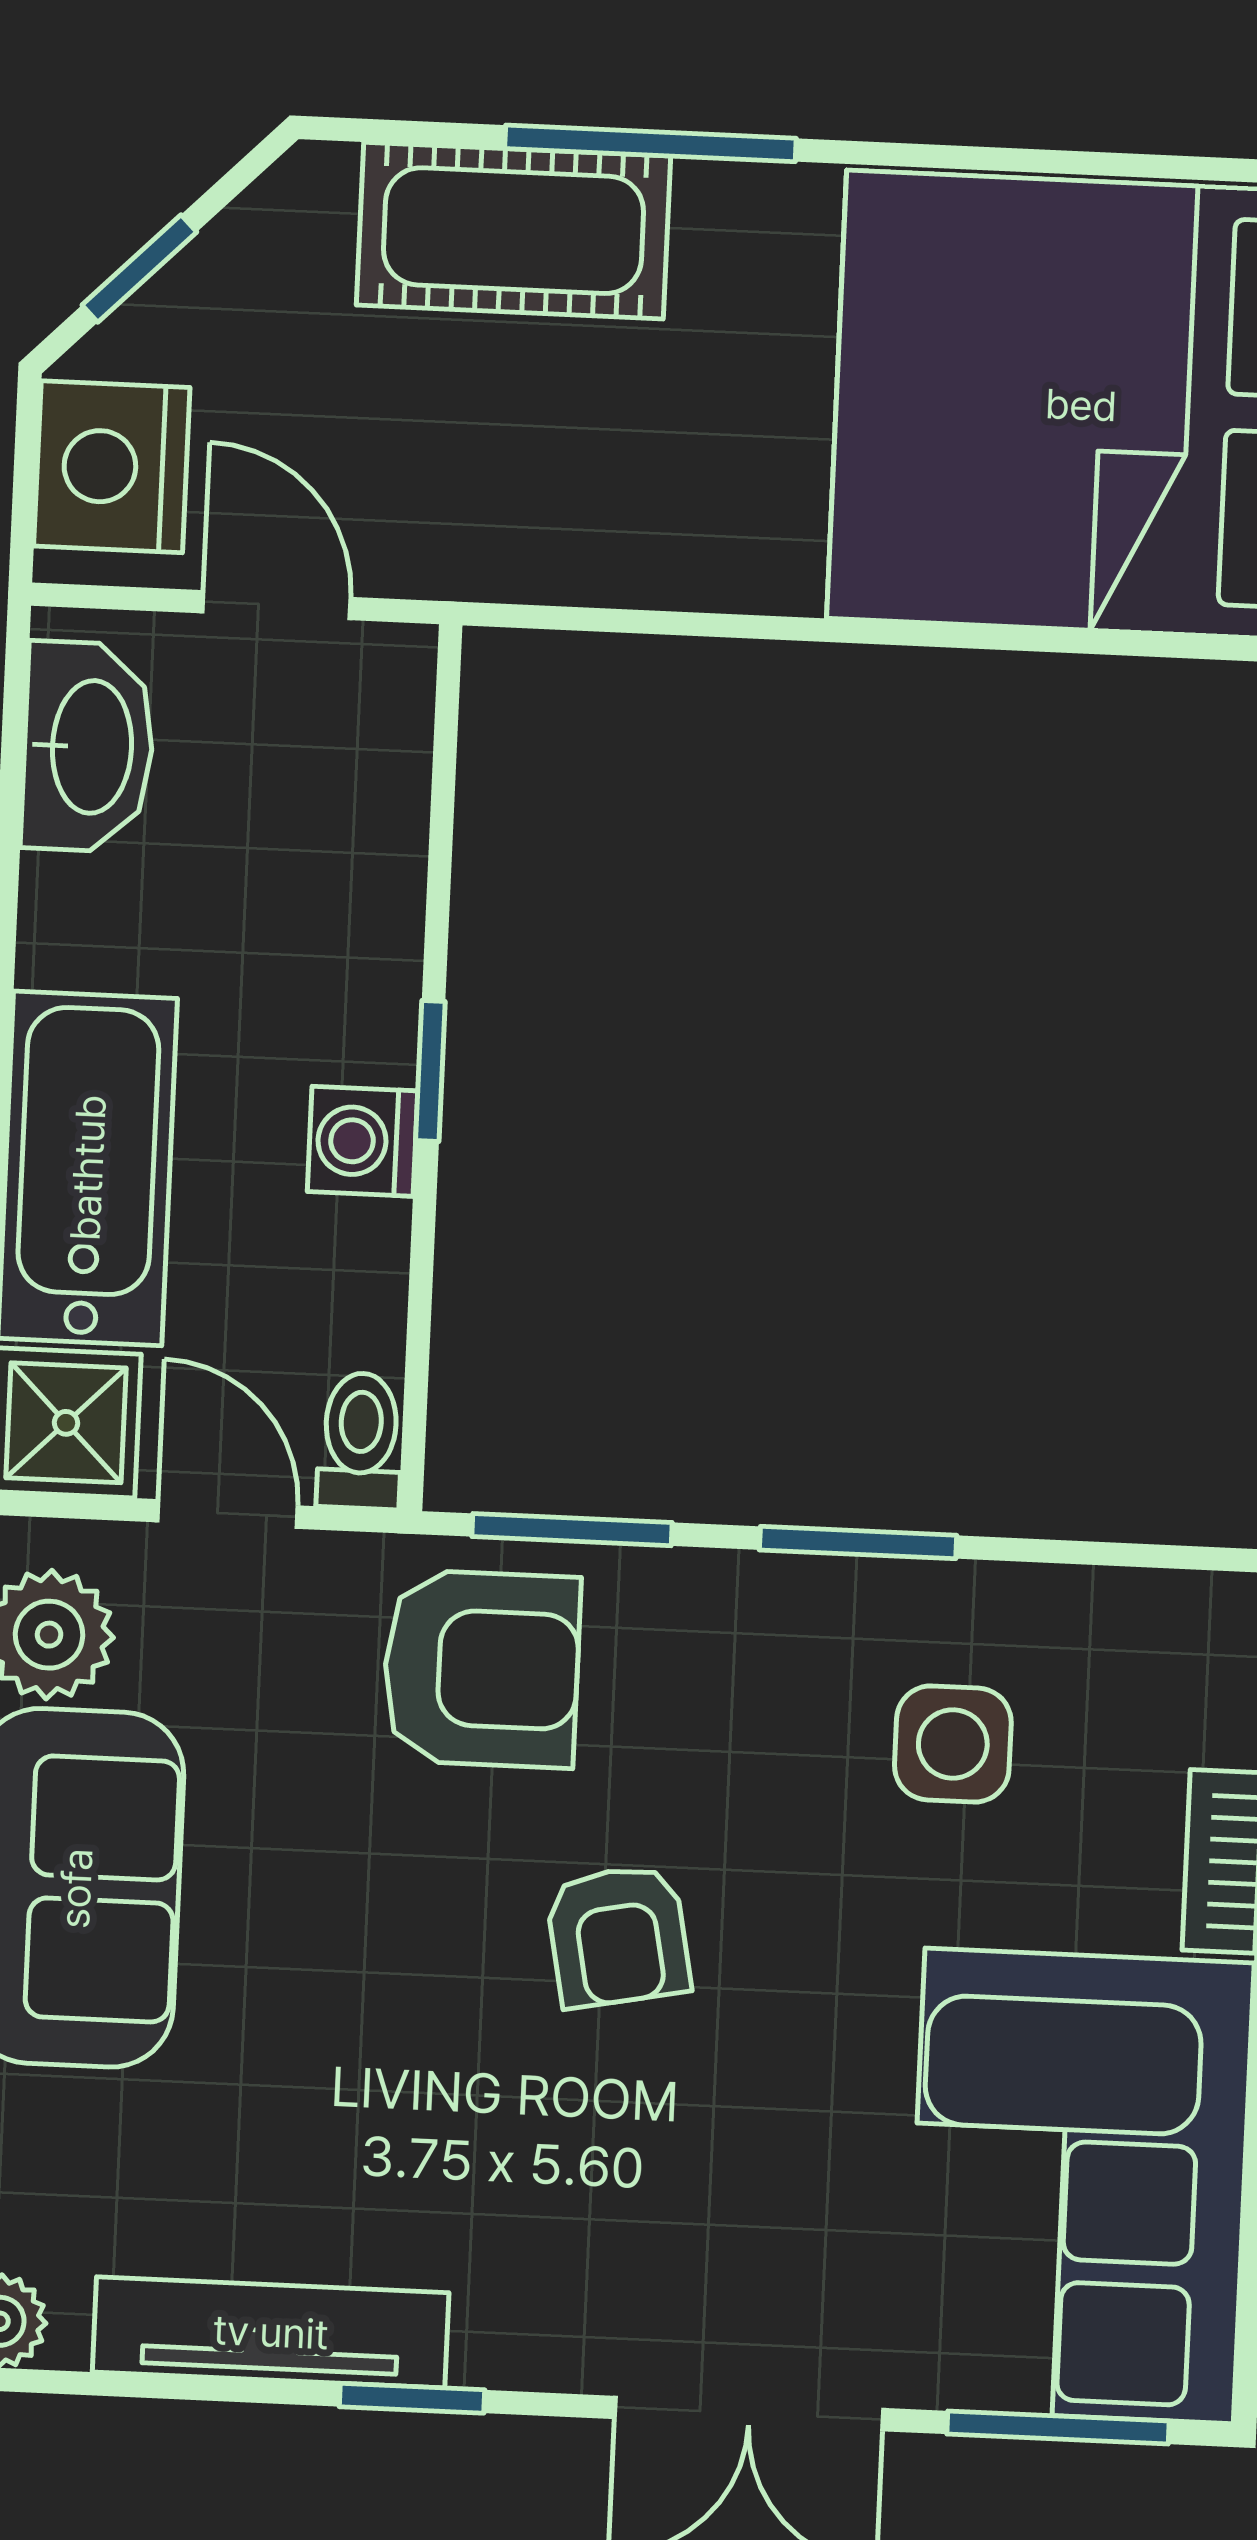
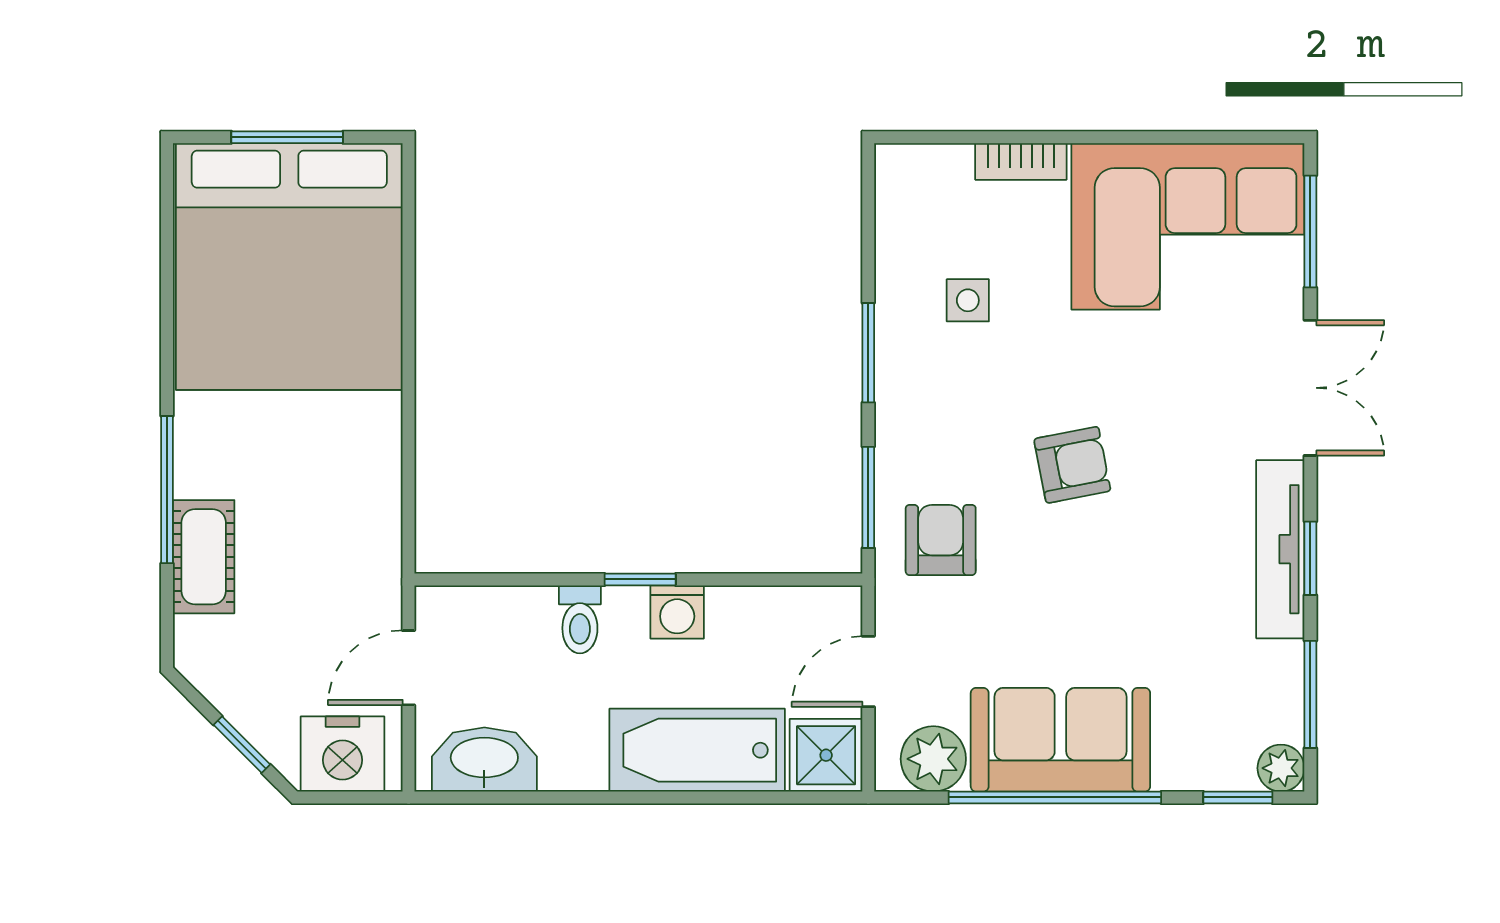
cot: (513, 231) -> (204, 557), width x0.73, depth x0.75
toilet: (360, 1441) -> (580, 619), moved, turned -90
armchair: (481, 1669) -> (941, 540), width x0.72, depth x0.72
side table: (953, 1744) -> (968, 300), width x0.73, depth x0.73
tv unit: (271, 2332) -> (1280, 549), moved
window: (143, 2386) -> (1310, 694), added

